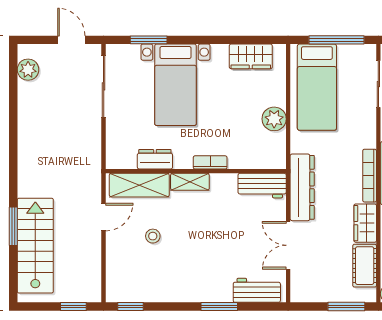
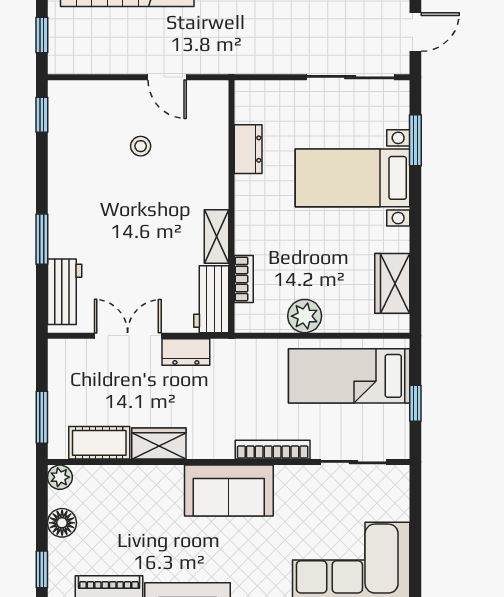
window: (336, 40) -> (415, 403), width x0.46
bookcase: (210, 162) -> (244, 279), moved
bookcase: (370, 176) -> (273, 450), moved
shelving: (190, 182) -> (217, 236), moved
shelving: (139, 185) -> (212, 127), removed
dresser: (302, 187) -> (186, 352), width x0.51, depth x0.80

